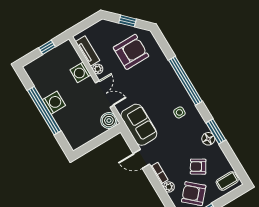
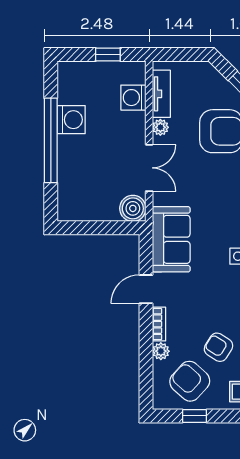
washing machine: (80, 72) -> (133, 98), moved
washing machine: (54, 103) -> (71, 120), moved
door: (141, 159) -> (146, 289), hinge flipped

